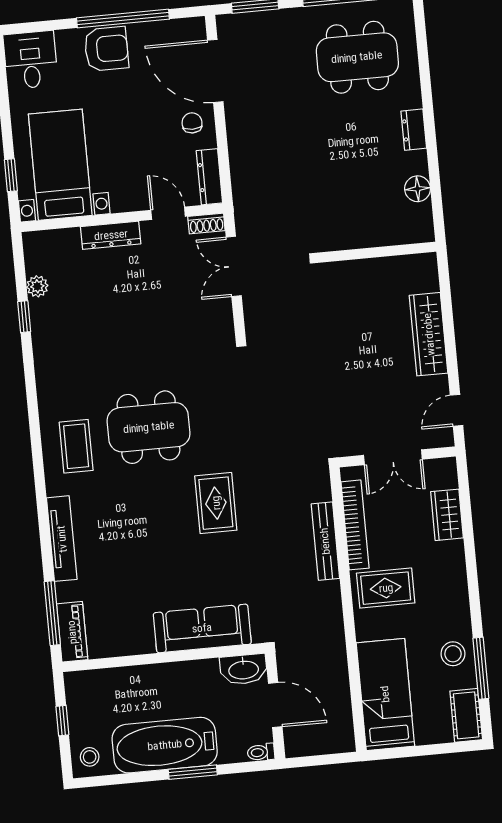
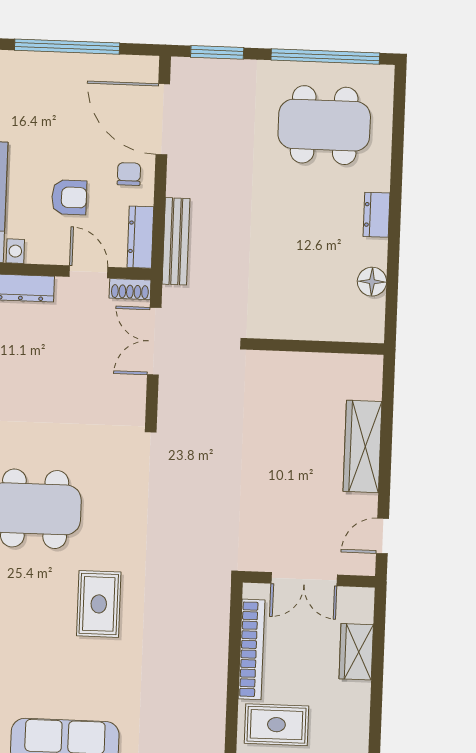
armchair: (106, 49) -> (69, 197), moved, width x0.72, depth x0.72
bench: (325, 541) -> (176, 241), moved

